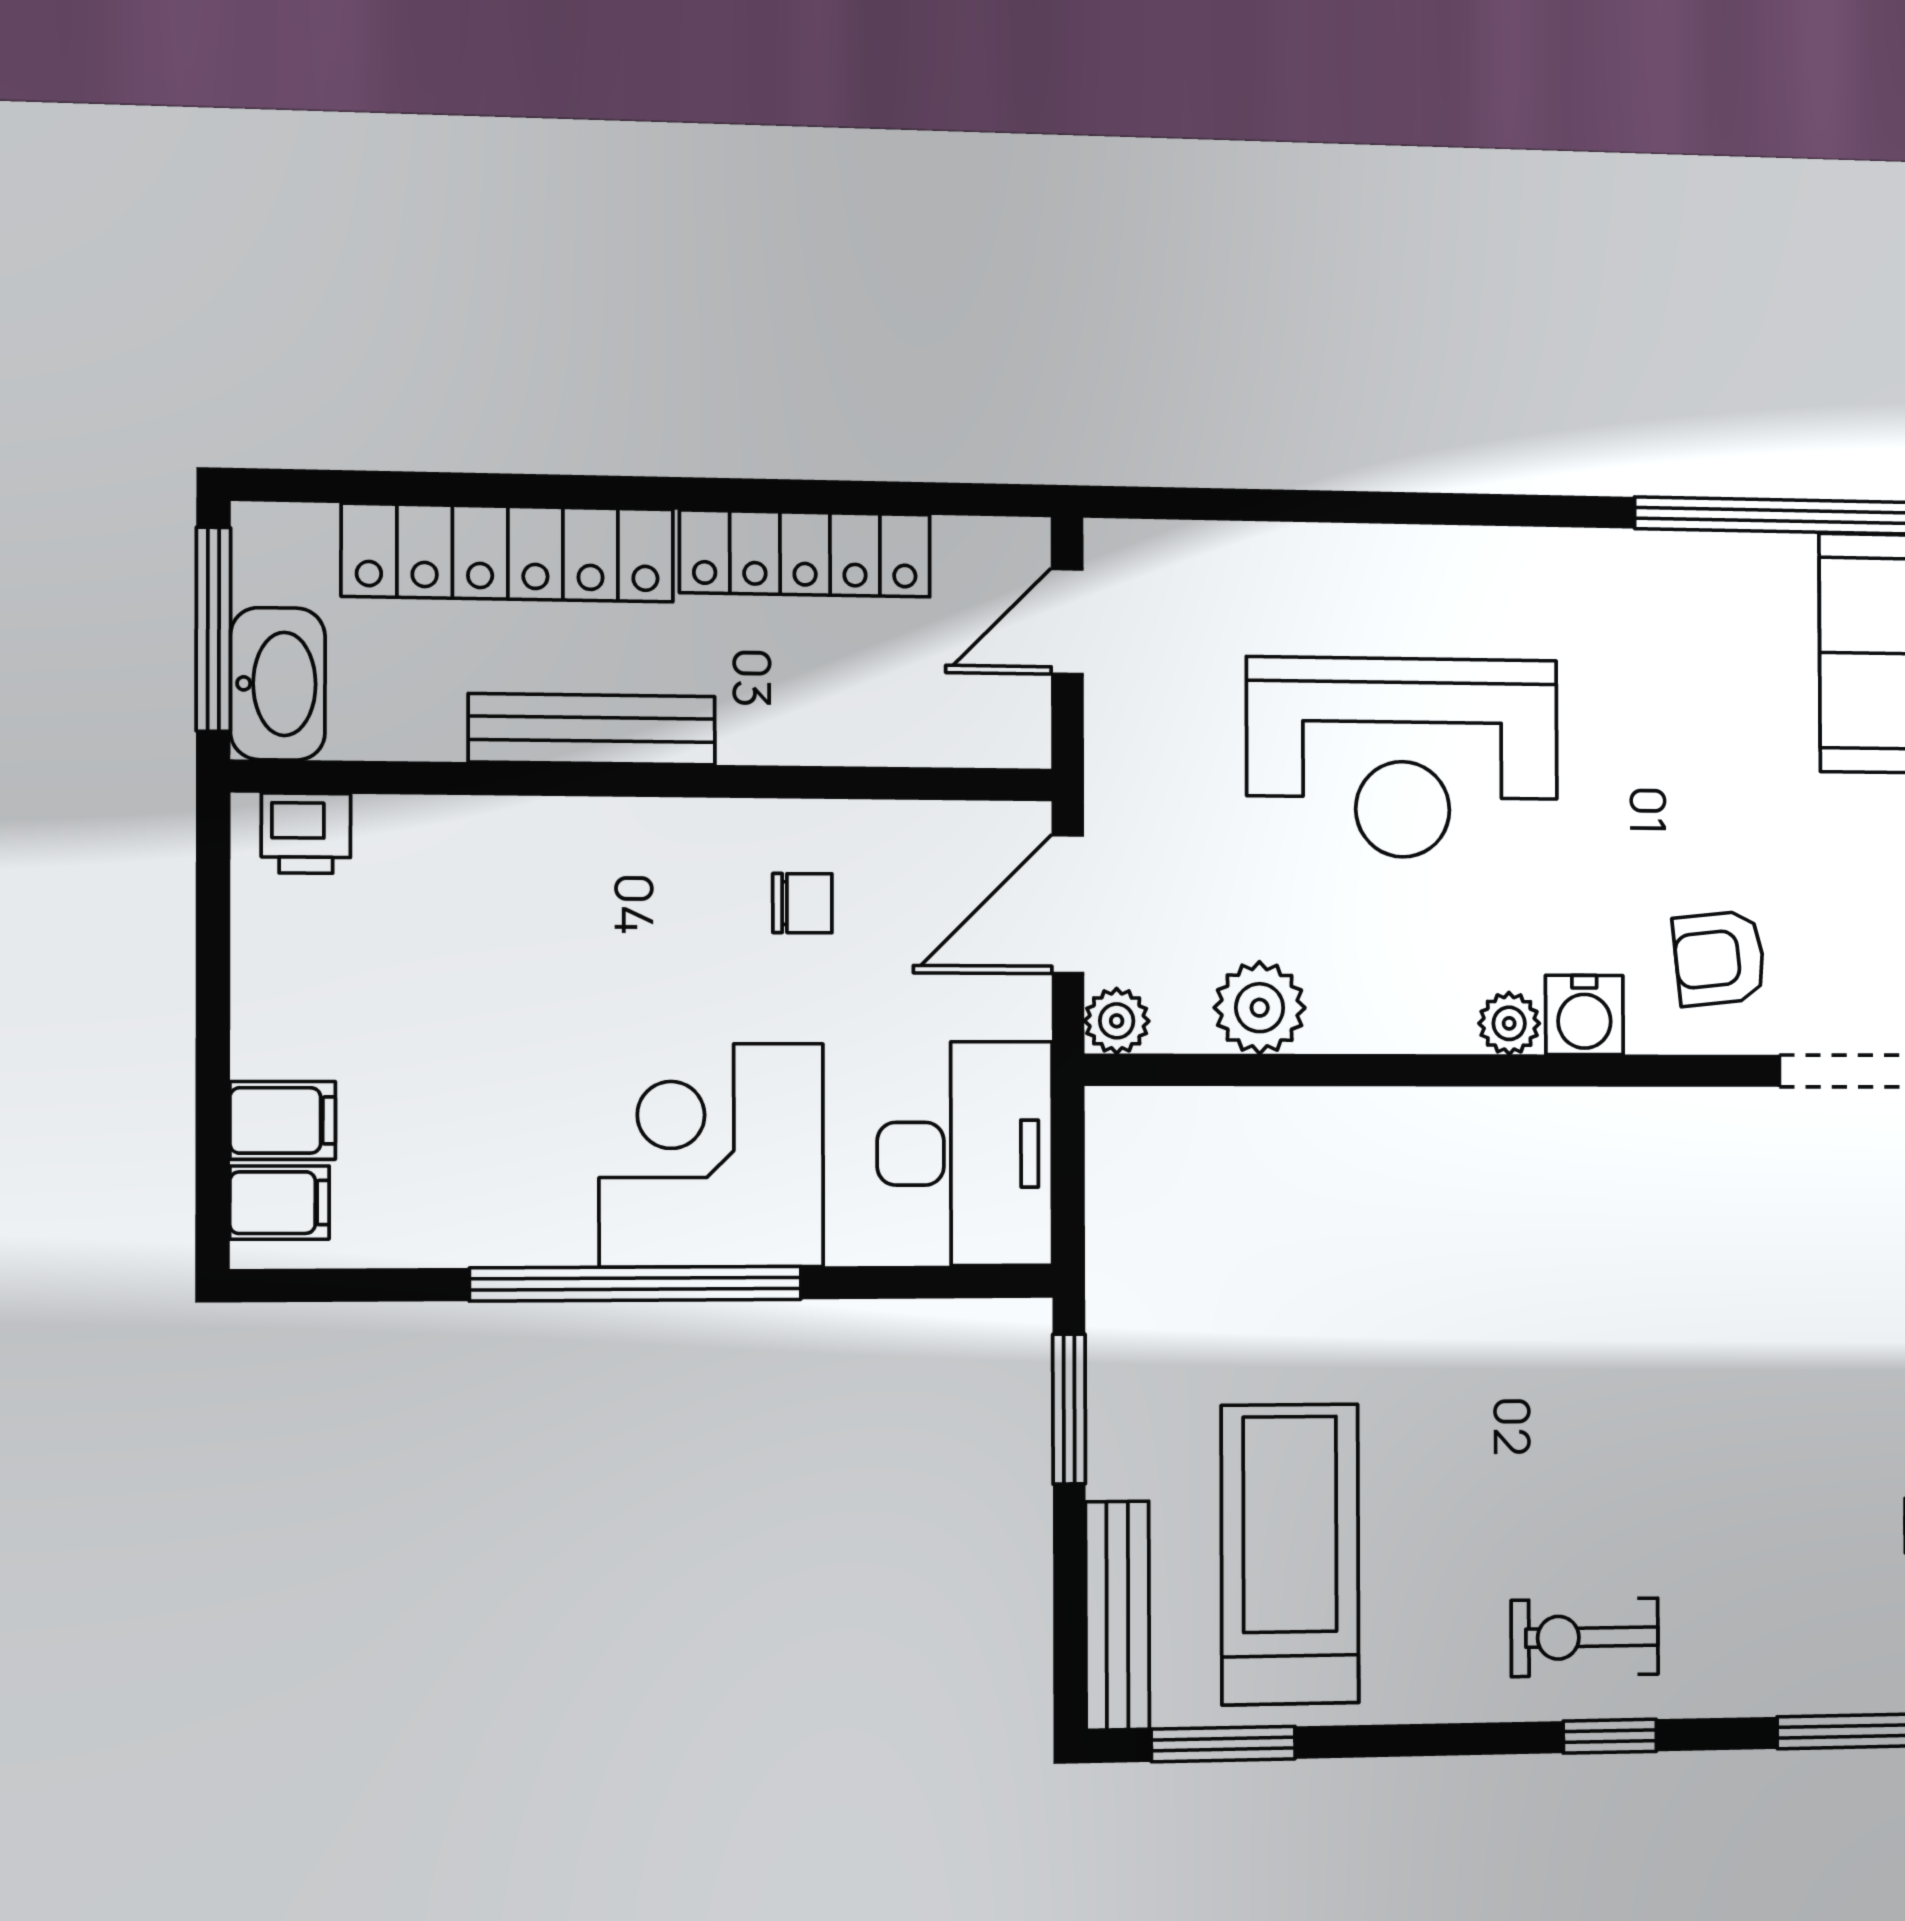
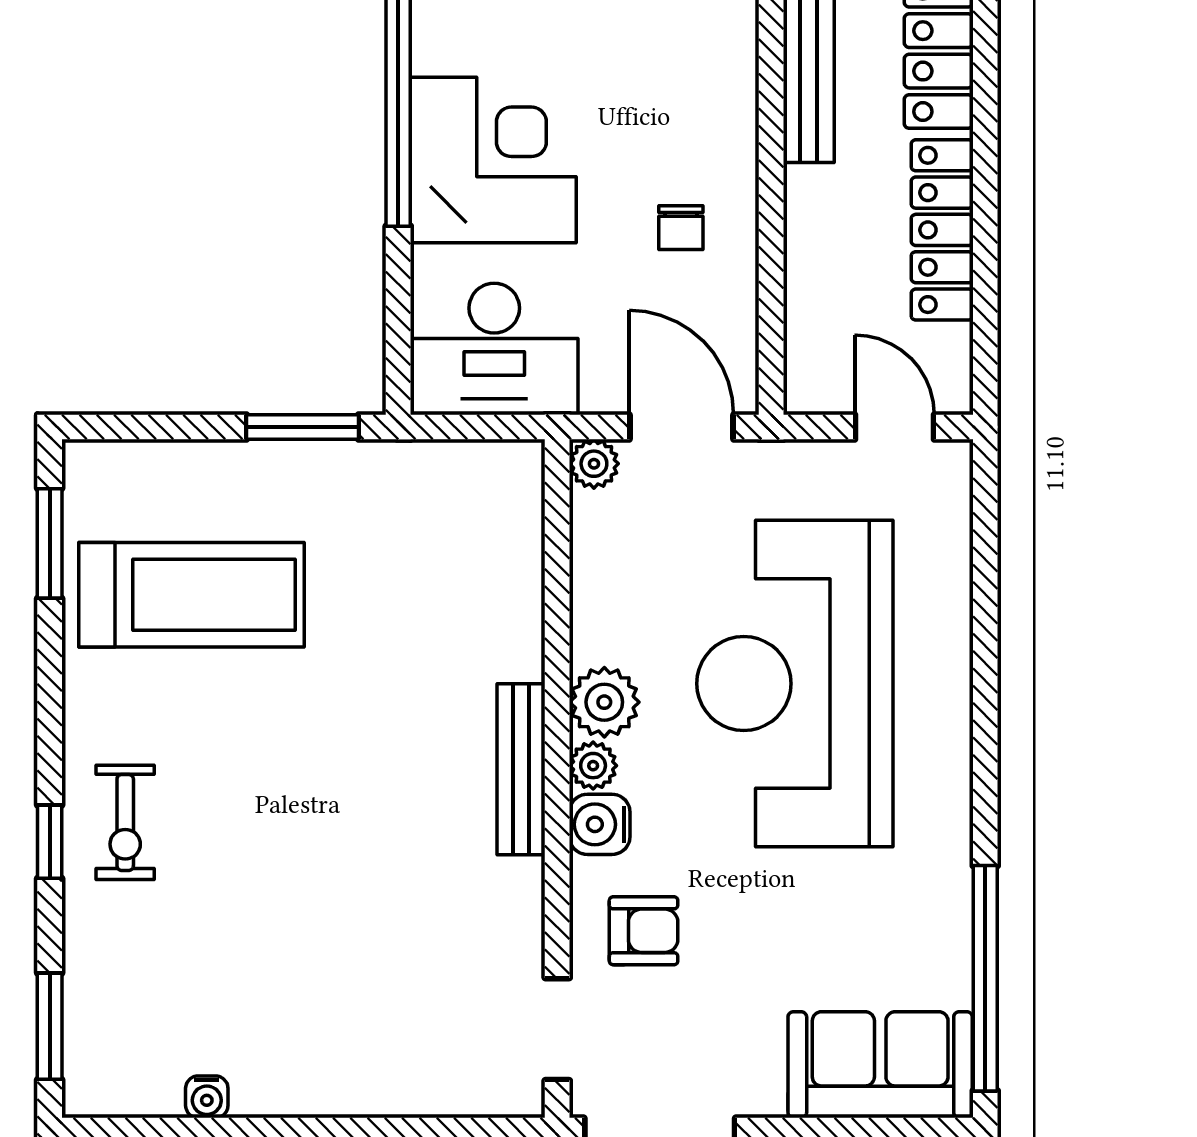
reception desk: (1402, 758) -> (795, 684), width x1.36, depth x1.30
armchair: (1719, 958) -> (644, 931), turned 96
plant: (1260, 1008) -> (604, 702), moved
bench: (1117, 1616) -> (521, 769), moved, turned 90
exercise bike: (1585, 1637) -> (125, 822), turned 180

